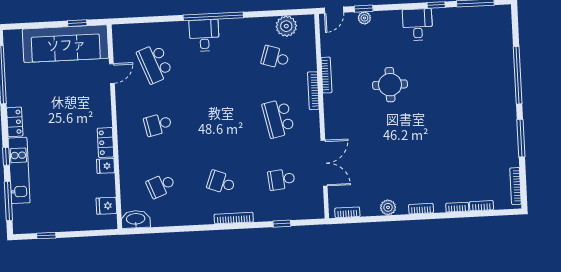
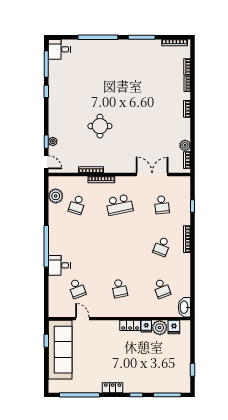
desk: (417, 25) -> (59, 49), moved
desk: (204, 35) -> (59, 265), moved
school desk: (155, 63) -> (77, 288), width x0.54
kitchen unit: (19, 170) -> (146, 386), removed
plant: (105, 185) -> (160, 328), added
plant: (388, 207) -> (185, 145), moved

